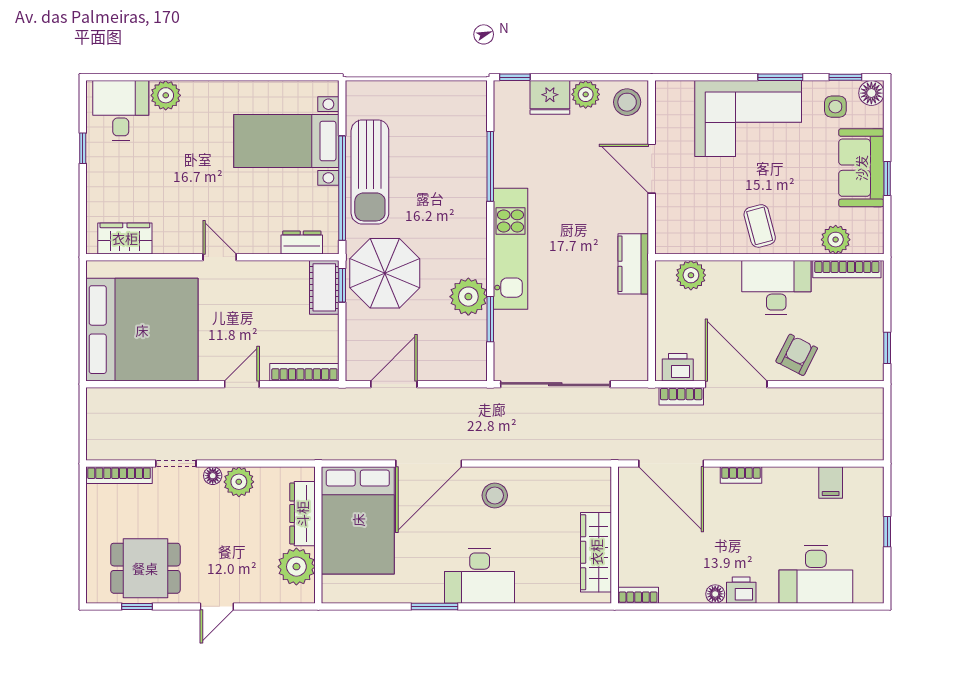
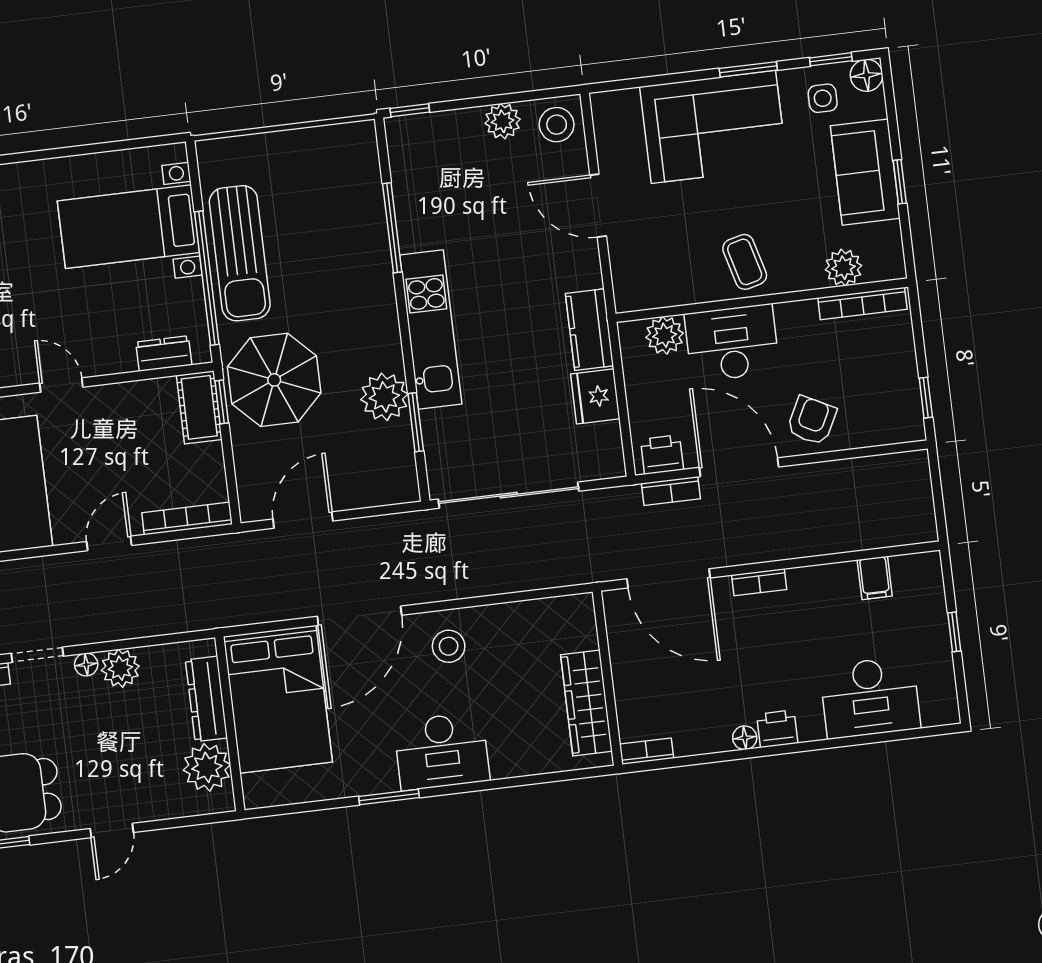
fridge: (550, 97) -> (595, 396), moved, turned 90
desk: (776, 287) -> (732, 343), moved

